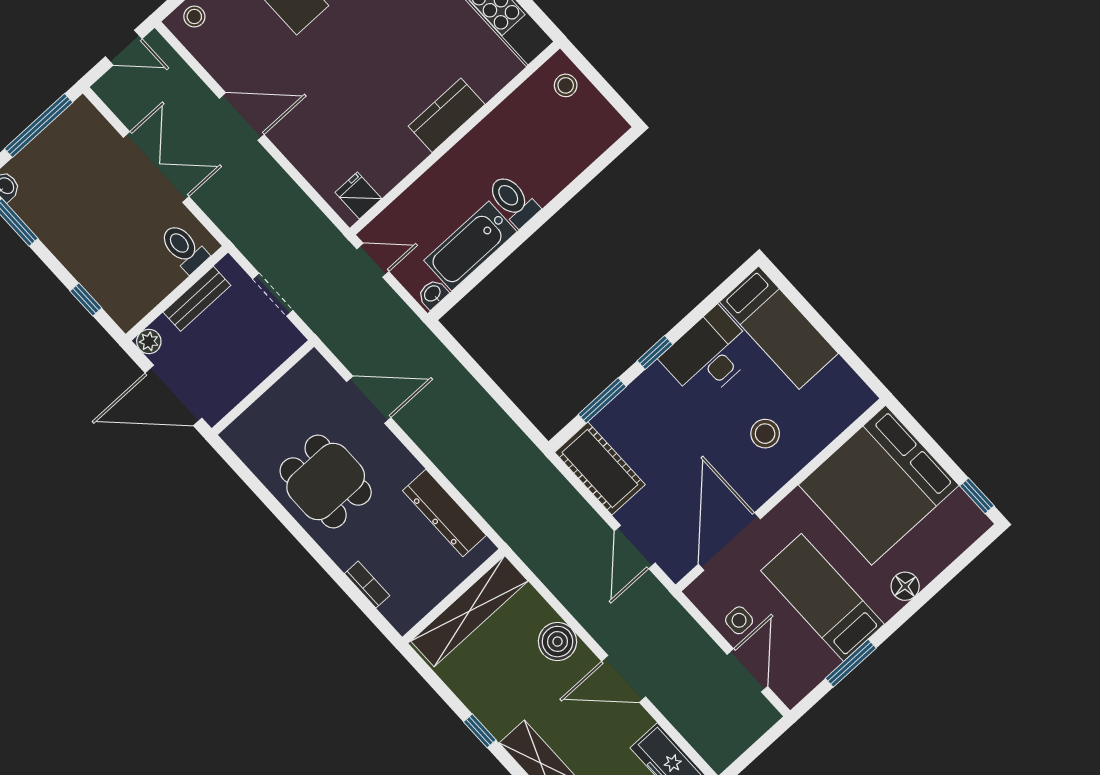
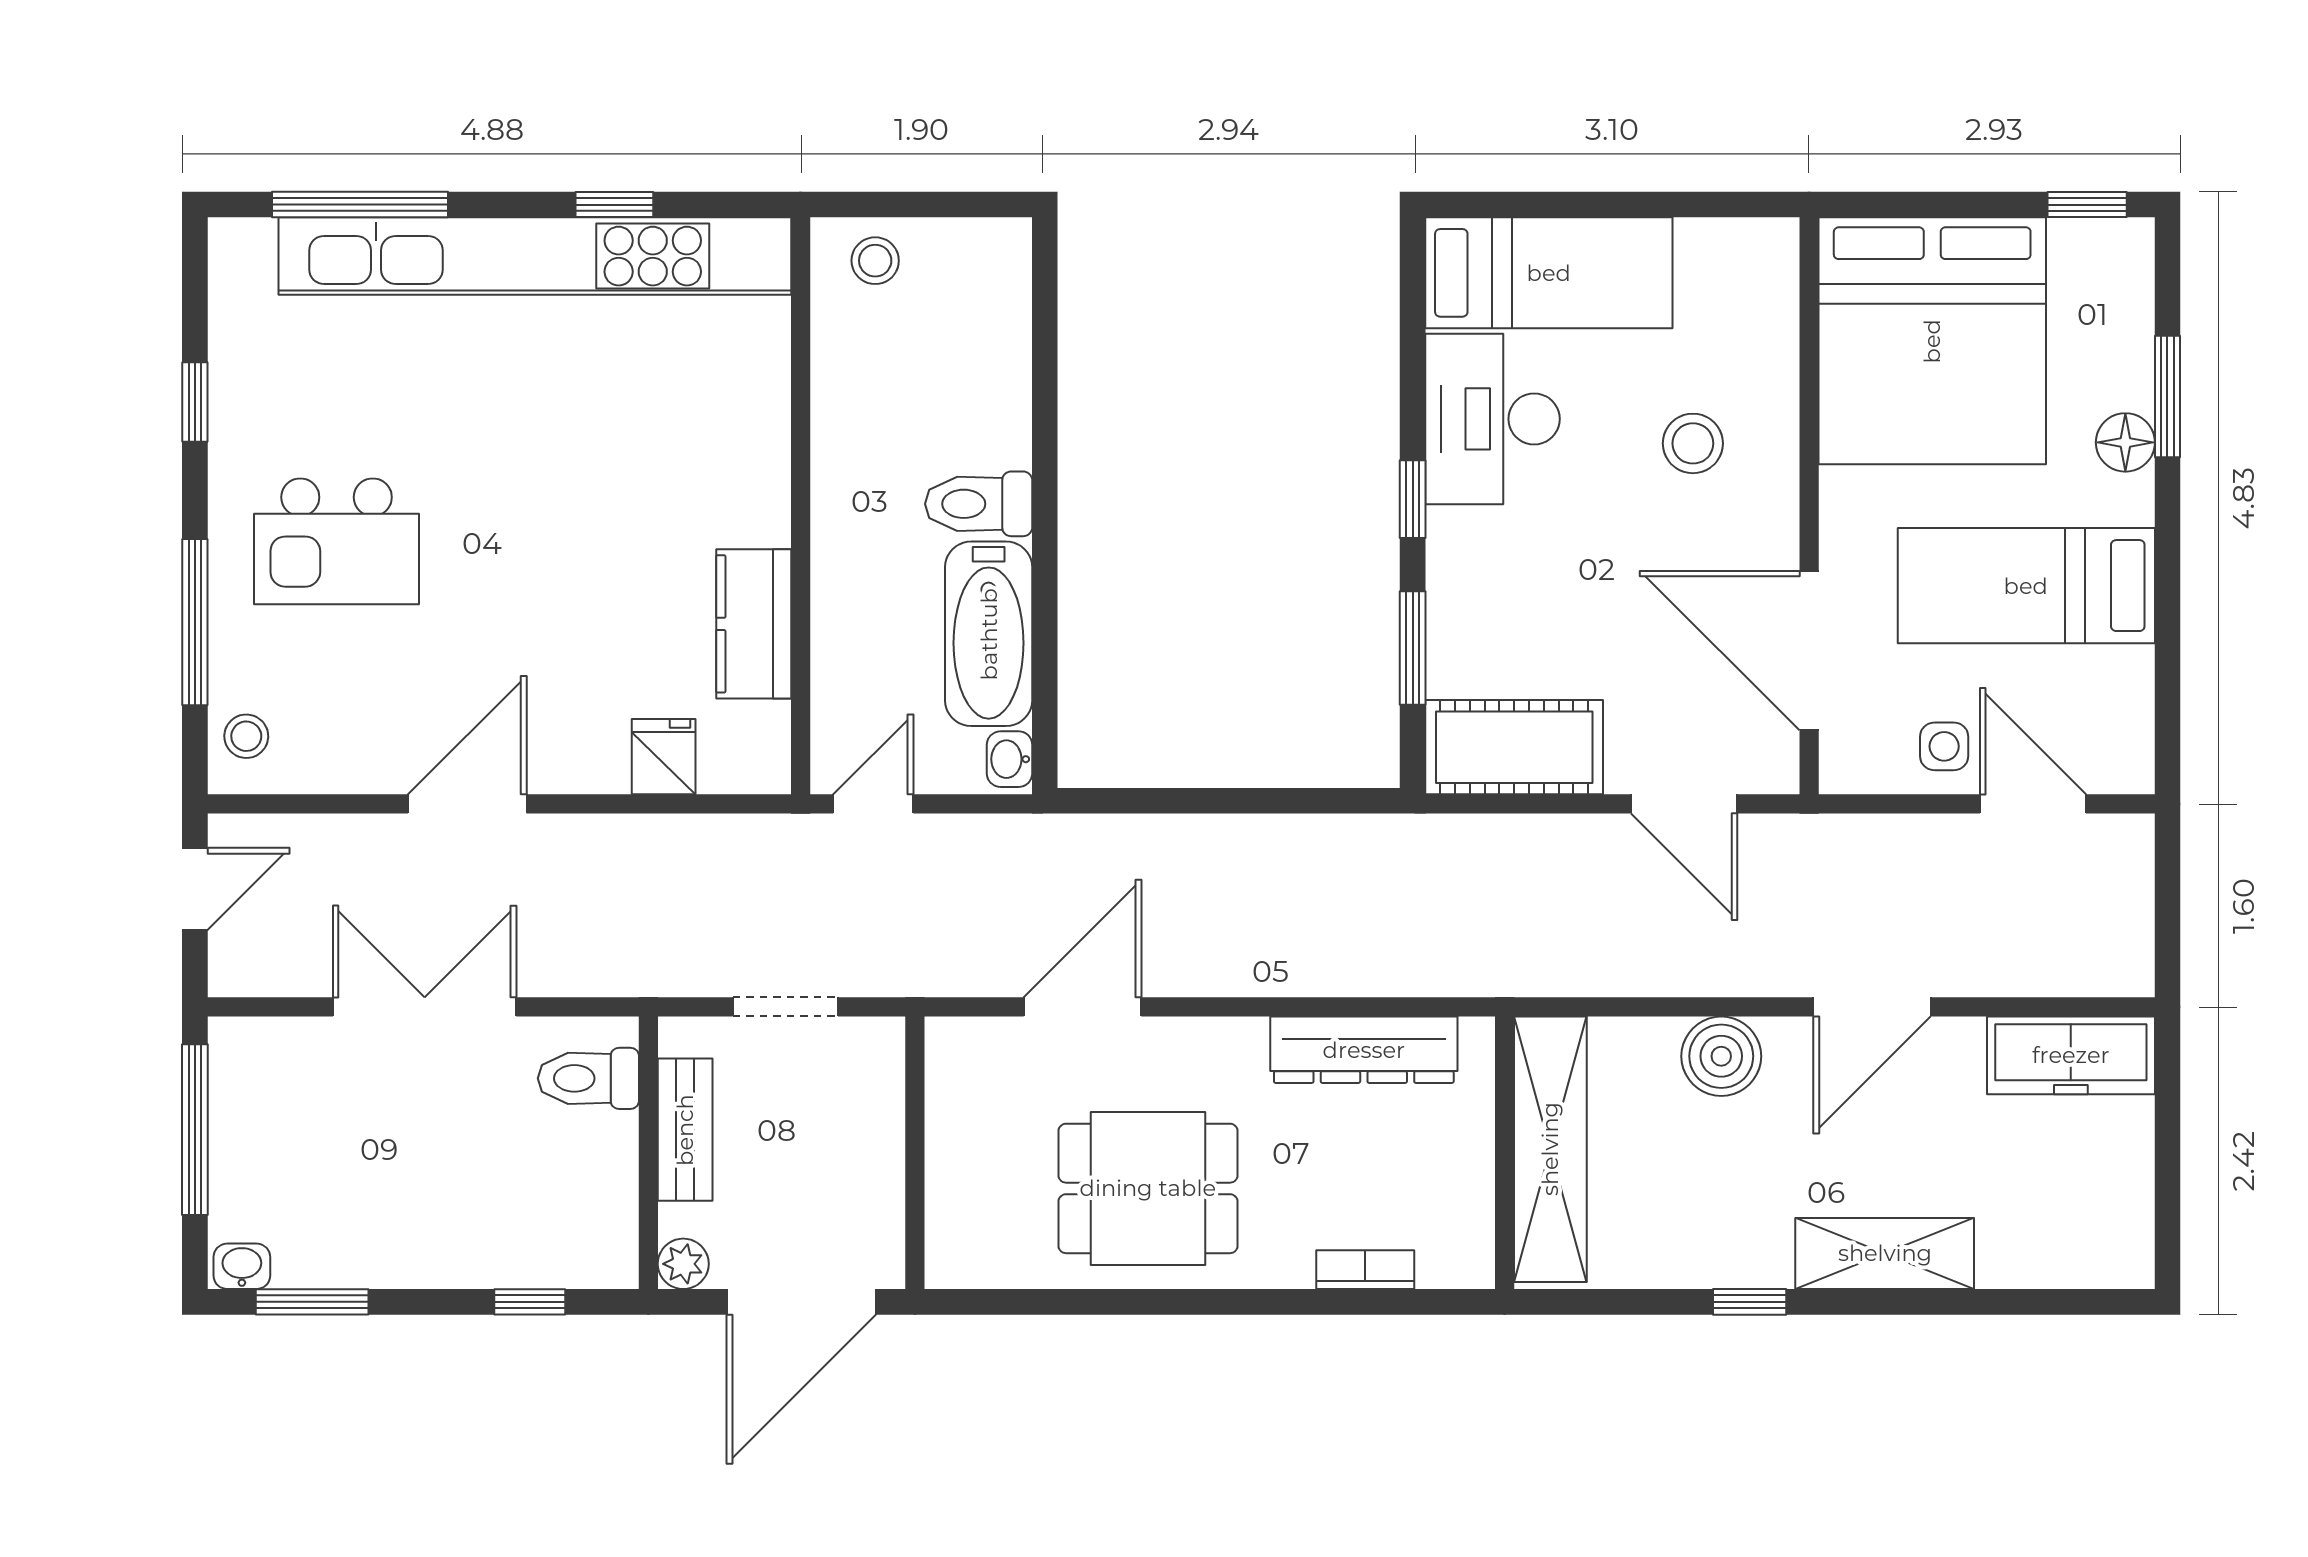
kitchen counter: (447, 115) -> (754, 624), moved
fridge: (358, 196) -> (664, 757), moved, turned 90
window: (851, 663) -> (2167, 396), moved

